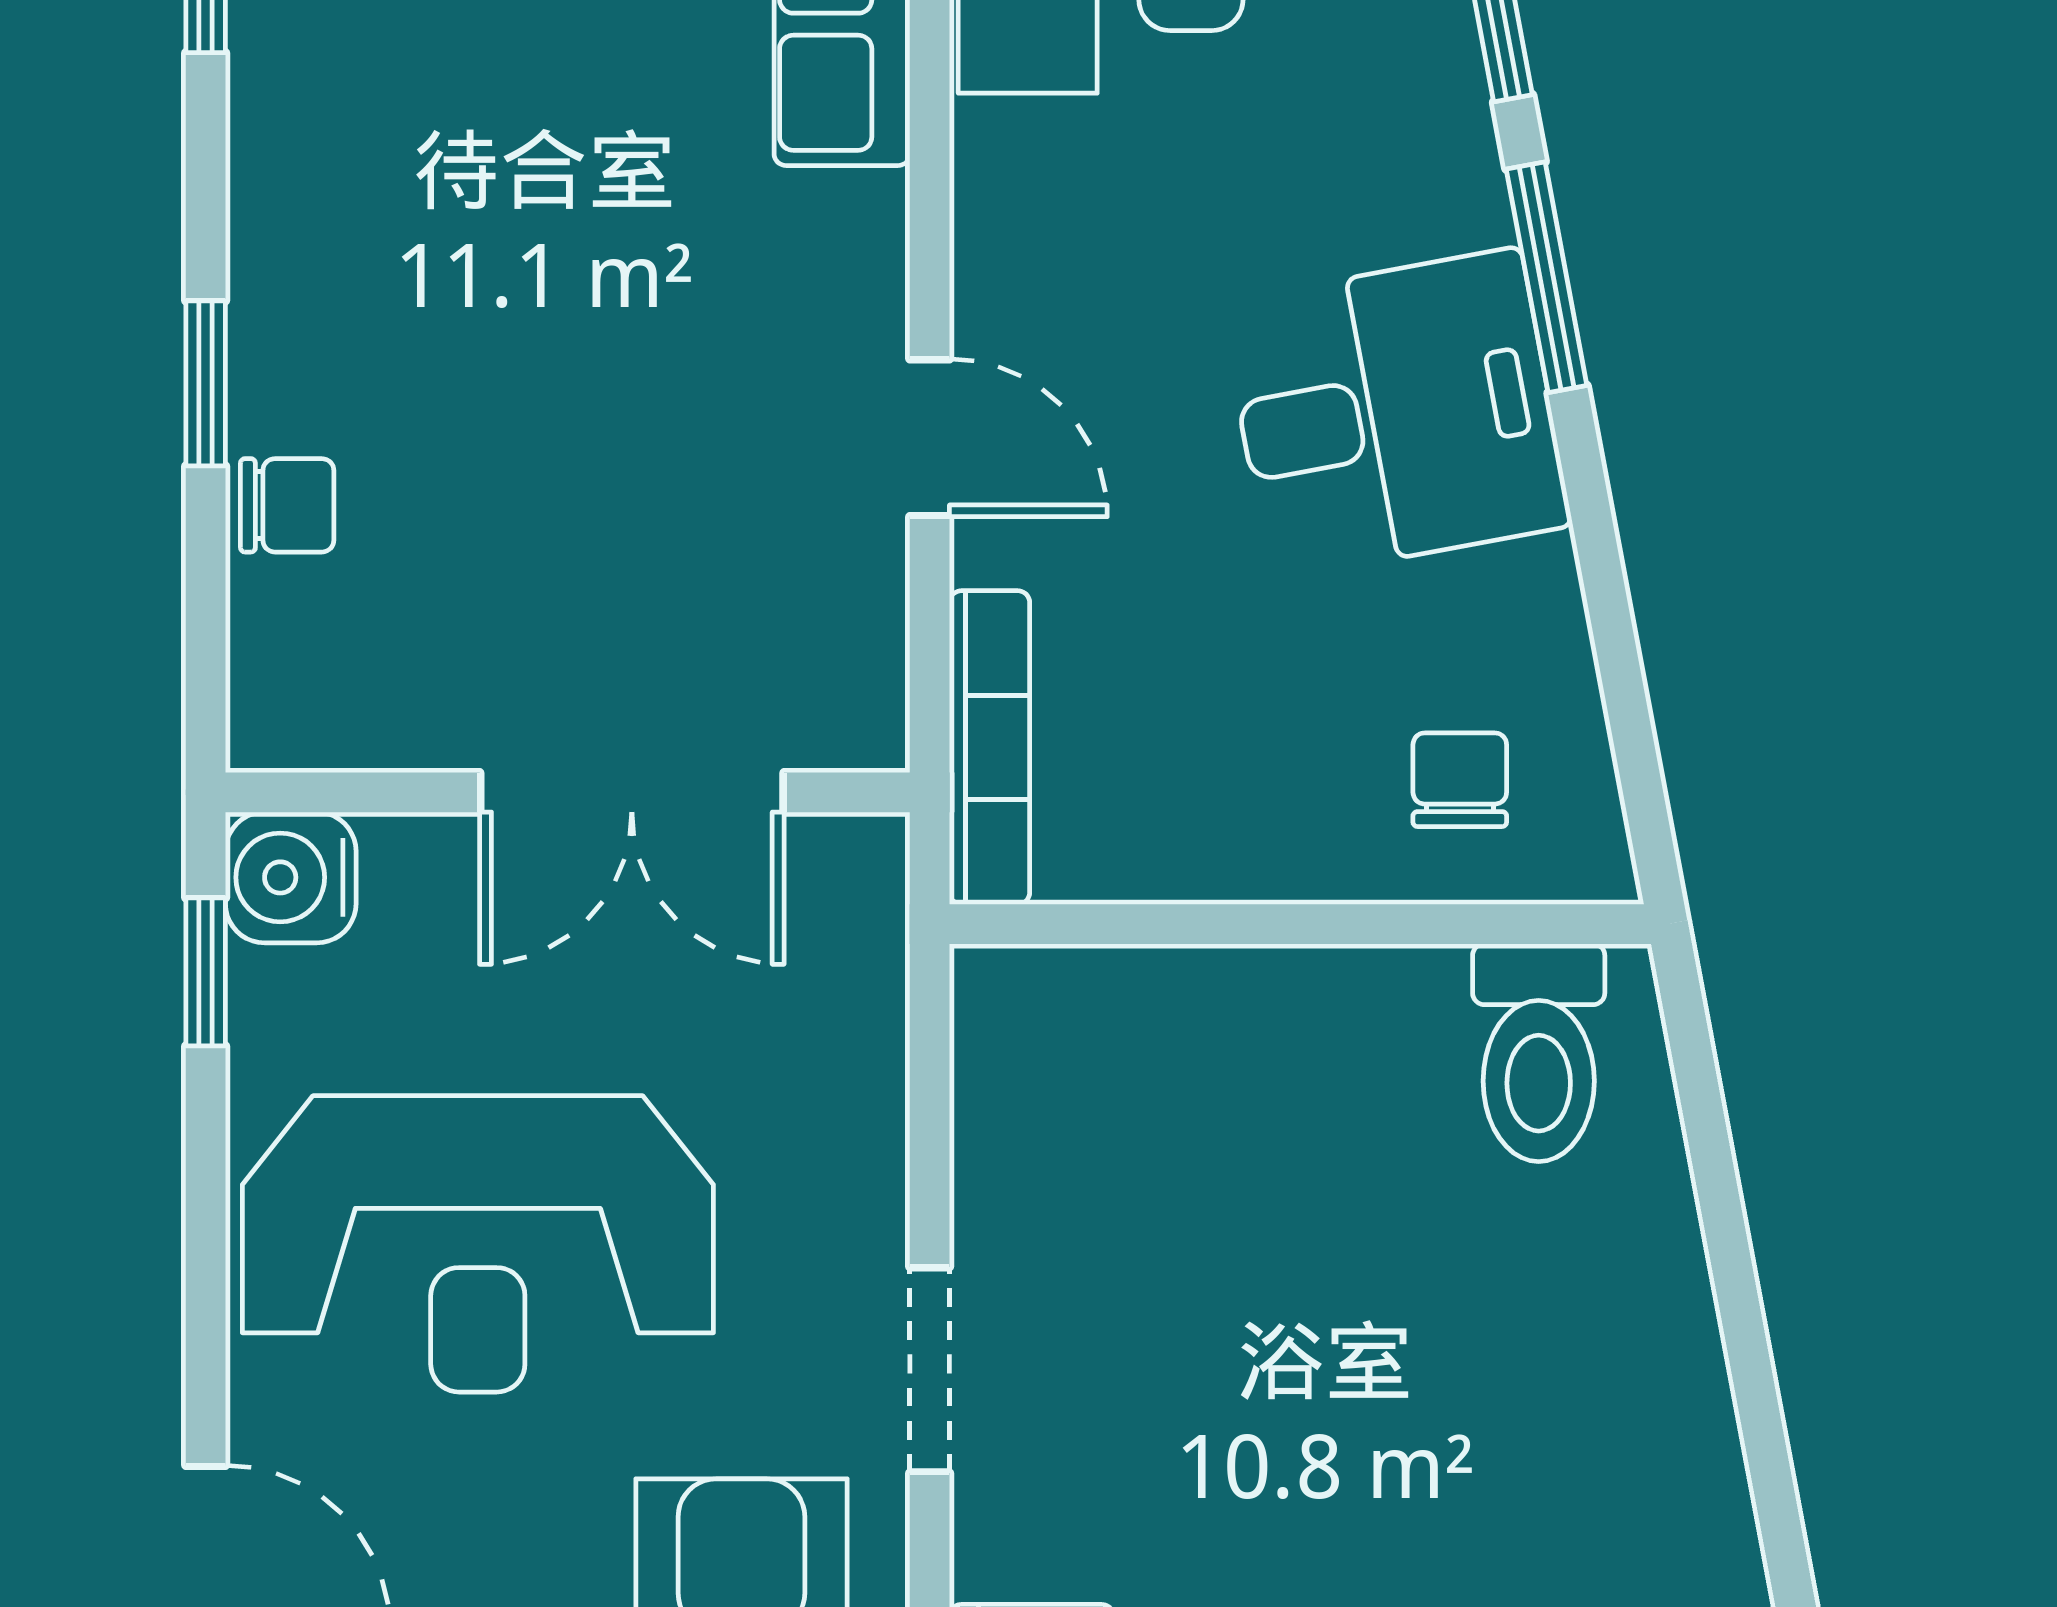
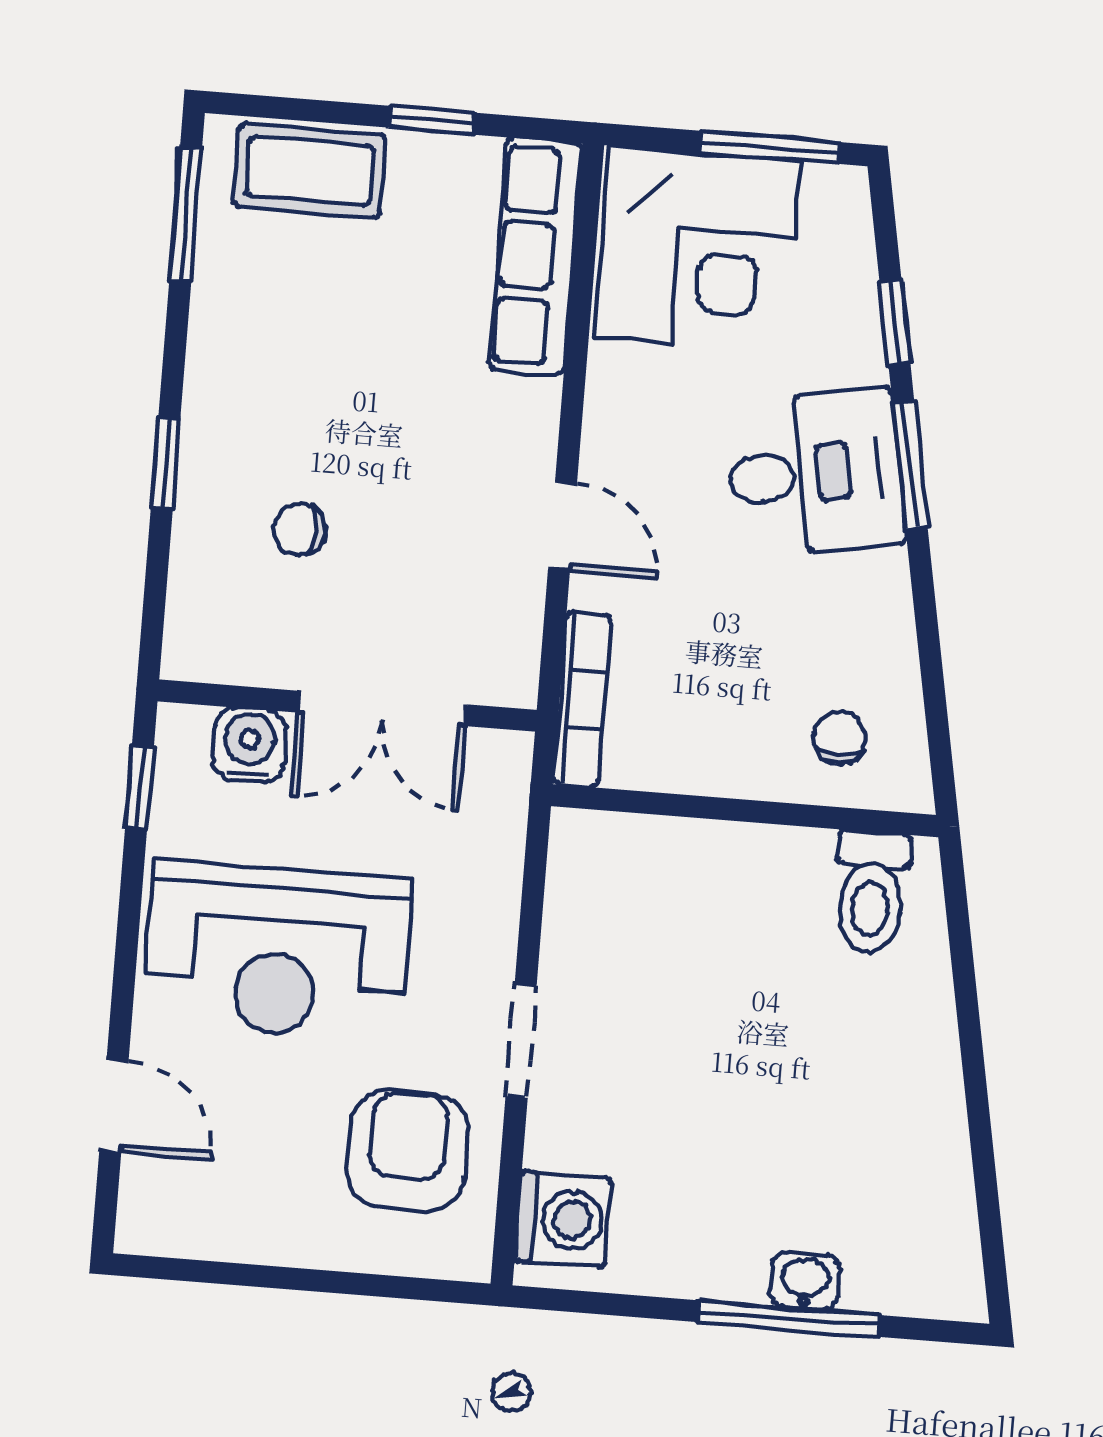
desk: (1396, 414) -> (814, 473), moved
chair: (287, 505) -> (300, 529), moved, turned 180
water cooler: (291, 877) -> (249, 745), moved, turned 90

